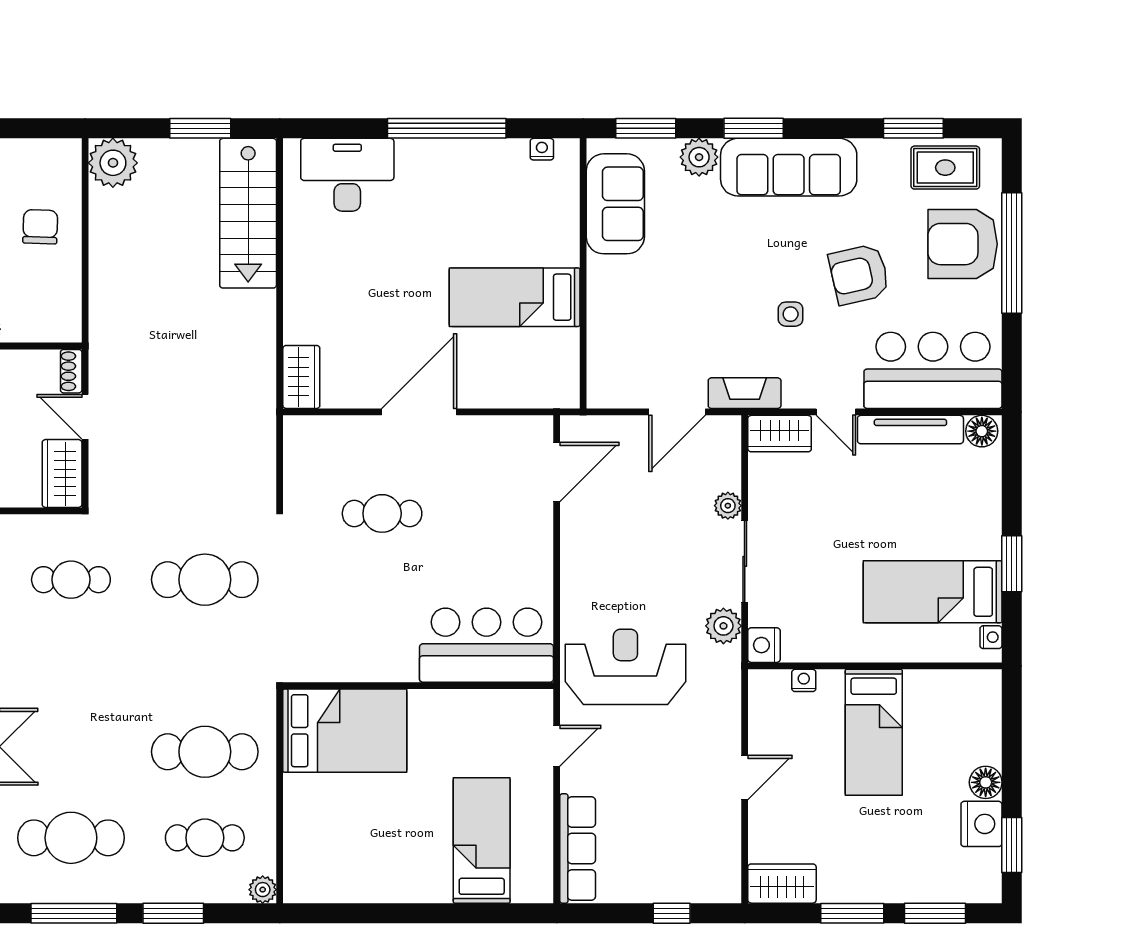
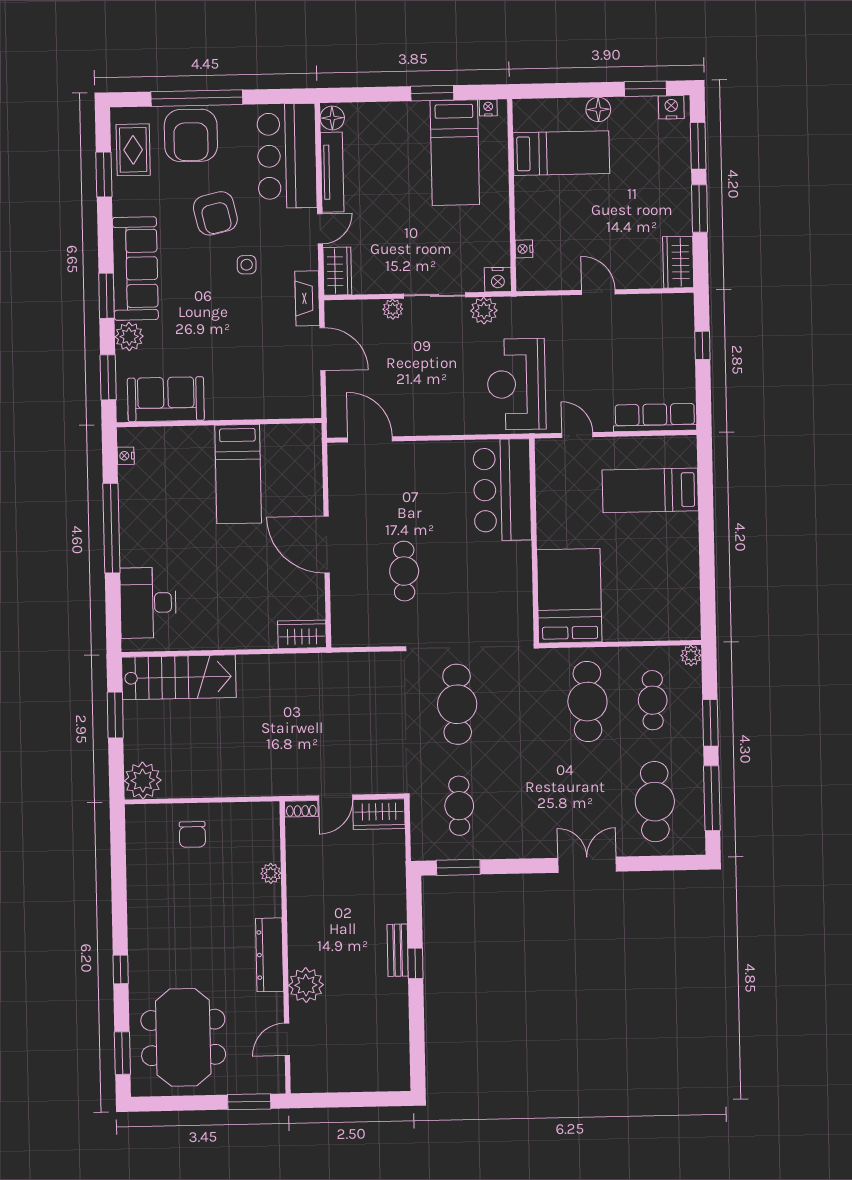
chair: (40, 227) -> (192, 835), turned -92
bed: (874, 732) -> (561, 153), moved
nightstand: (981, 824) -> (671, 107), moved, width x0.74, depth x0.75

